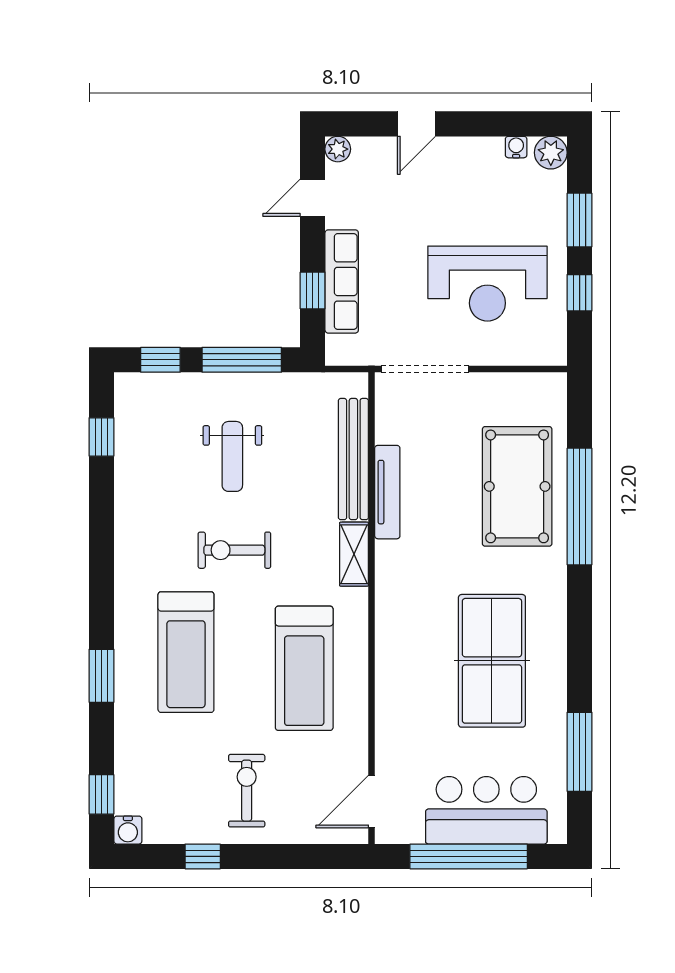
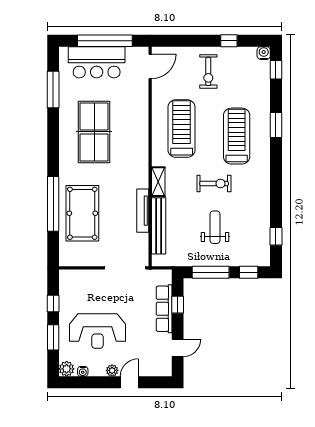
plant: (338, 149) -> (112, 370), moved
reception desk: (487, 284) -> (97, 331), moved, turned 180

